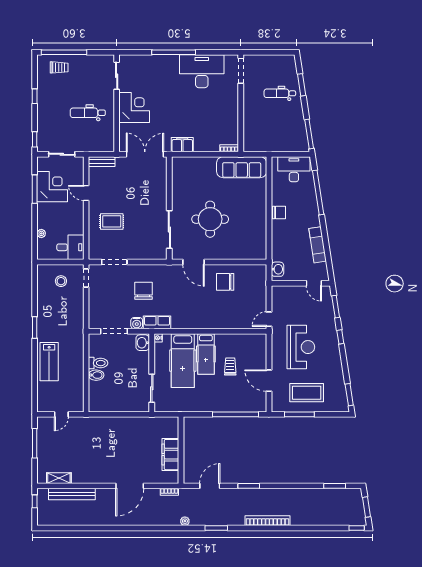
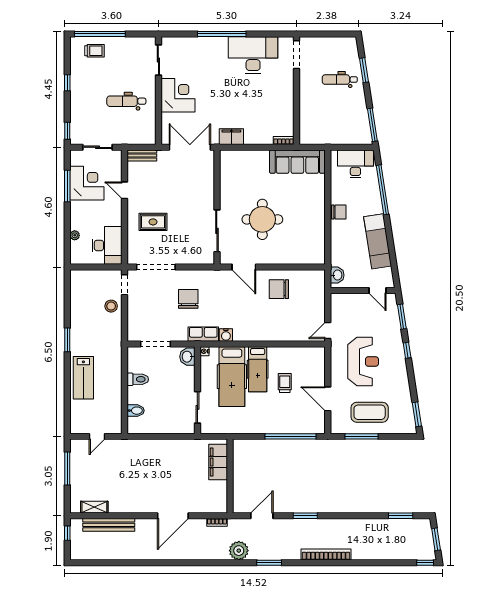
exam couch: (318, 245) -> (378, 241), width x1.36, depth x1.45
desk: (70, 247) -> (107, 245), width x1.37
doorway: (114, 262) -> (156, 267), width x1.36
stool: (61, 281) -> (111, 306), moved
water cooler: (137, 323) -> (226, 335), moved
bidet: (96, 375) -> (136, 411), moved
filing cabinet: (170, 455) -> (218, 462), moved
plant: (185, 521) -> (239, 551), width x1.88, depth x1.88

